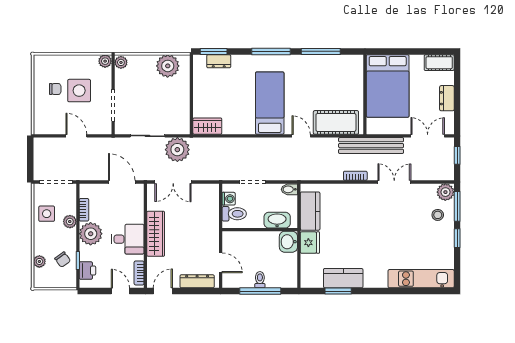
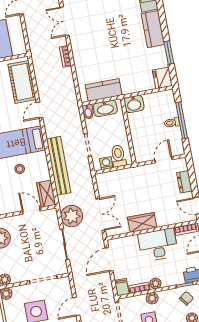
stool: (240, 102) -> (20, 169), added
door: (191, 106) -> (31, 211), added
bench: (371, 146) -> (59, 166), moved
filing cabinet: (88, 190) -> (122, 287), added
washbasin: (277, 220) -> (105, 108), moved, turned -90
plant: (91, 234) -> (156, 283), width x0.53, depth x0.53
wardrobe: (156, 234) -> (142, 222), width x0.67
desk: (128, 239) -> (158, 245), width x1.37
fridge: (310, 243) -> (162, 78), moved, turned -90
kitchen counter: (343, 278) -> (153, 29), moved
dresser: (197, 281) -> (184, 182), width x0.70

